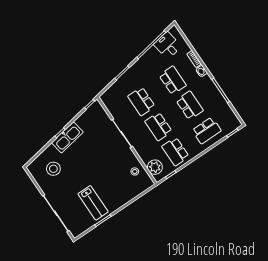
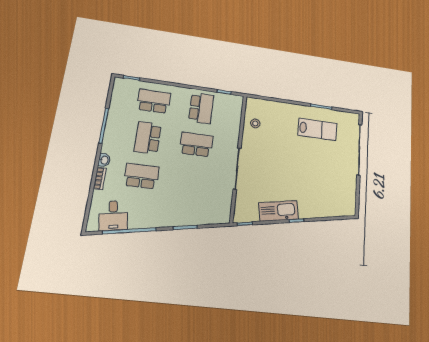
school desk: (173, 80) -> (141, 176), turned 90
school desk: (141, 101) -> (191, 182), removed
school desk: (158, 126) -> (196, 144), turned -90
kitchen sink: (67, 137) -> (278, 211), moved
plant: (155, 167) -> (233, 111), removed
stool: (53, 169) -> (330, 192), removed
lab bench: (93, 203) -> (318, 129), turned 90

